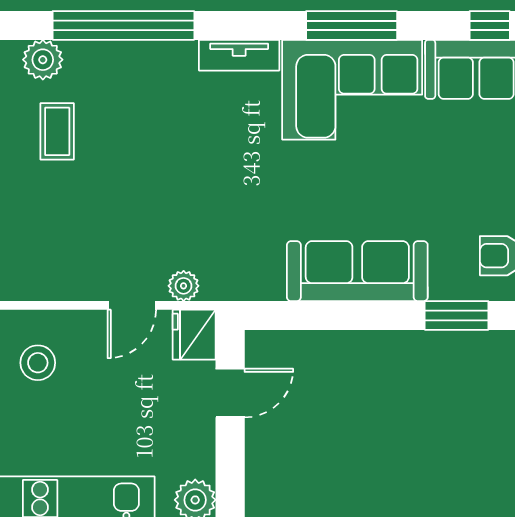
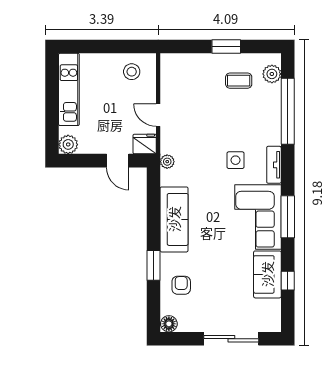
side table: (229, 138) -> (236, 160), added
plant: (184, 286) -> (167, 162), moved

